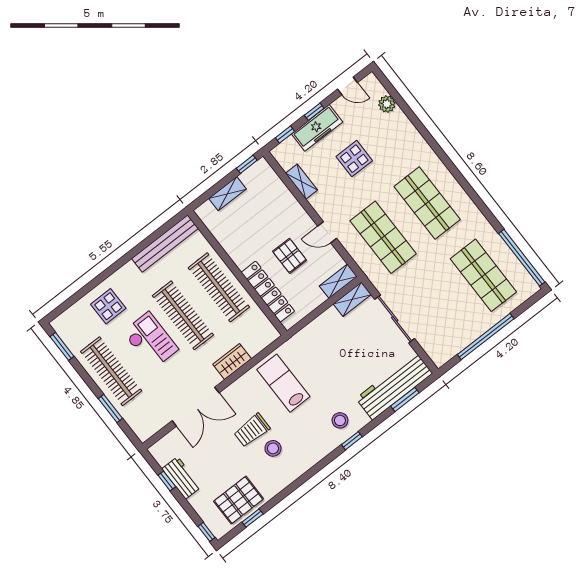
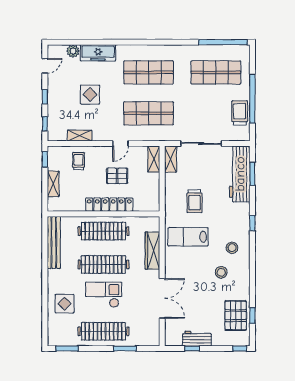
freezer: (317, 128) -> (98, 53), moved, turned 90
trolley: (273, 202) -> (78, 161), added
locker: (268, 292) -> (109, 205), moved
trolley: (460, 335) -> (240, 113), added
wardrobe: (232, 362) -> (152, 251), width x1.50
stool: (340, 420) -> (232, 248), moved
trolley: (252, 430) -> (195, 201), moved

